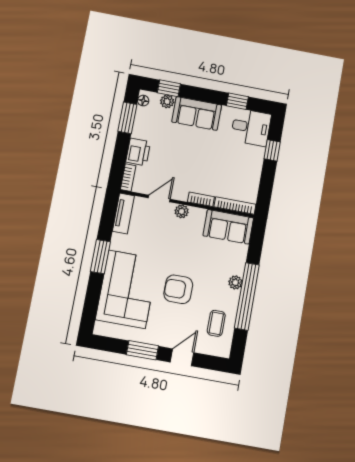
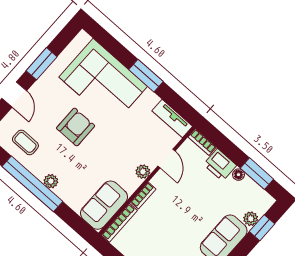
floor lamp: (143, 101) -> (238, 175), moved

